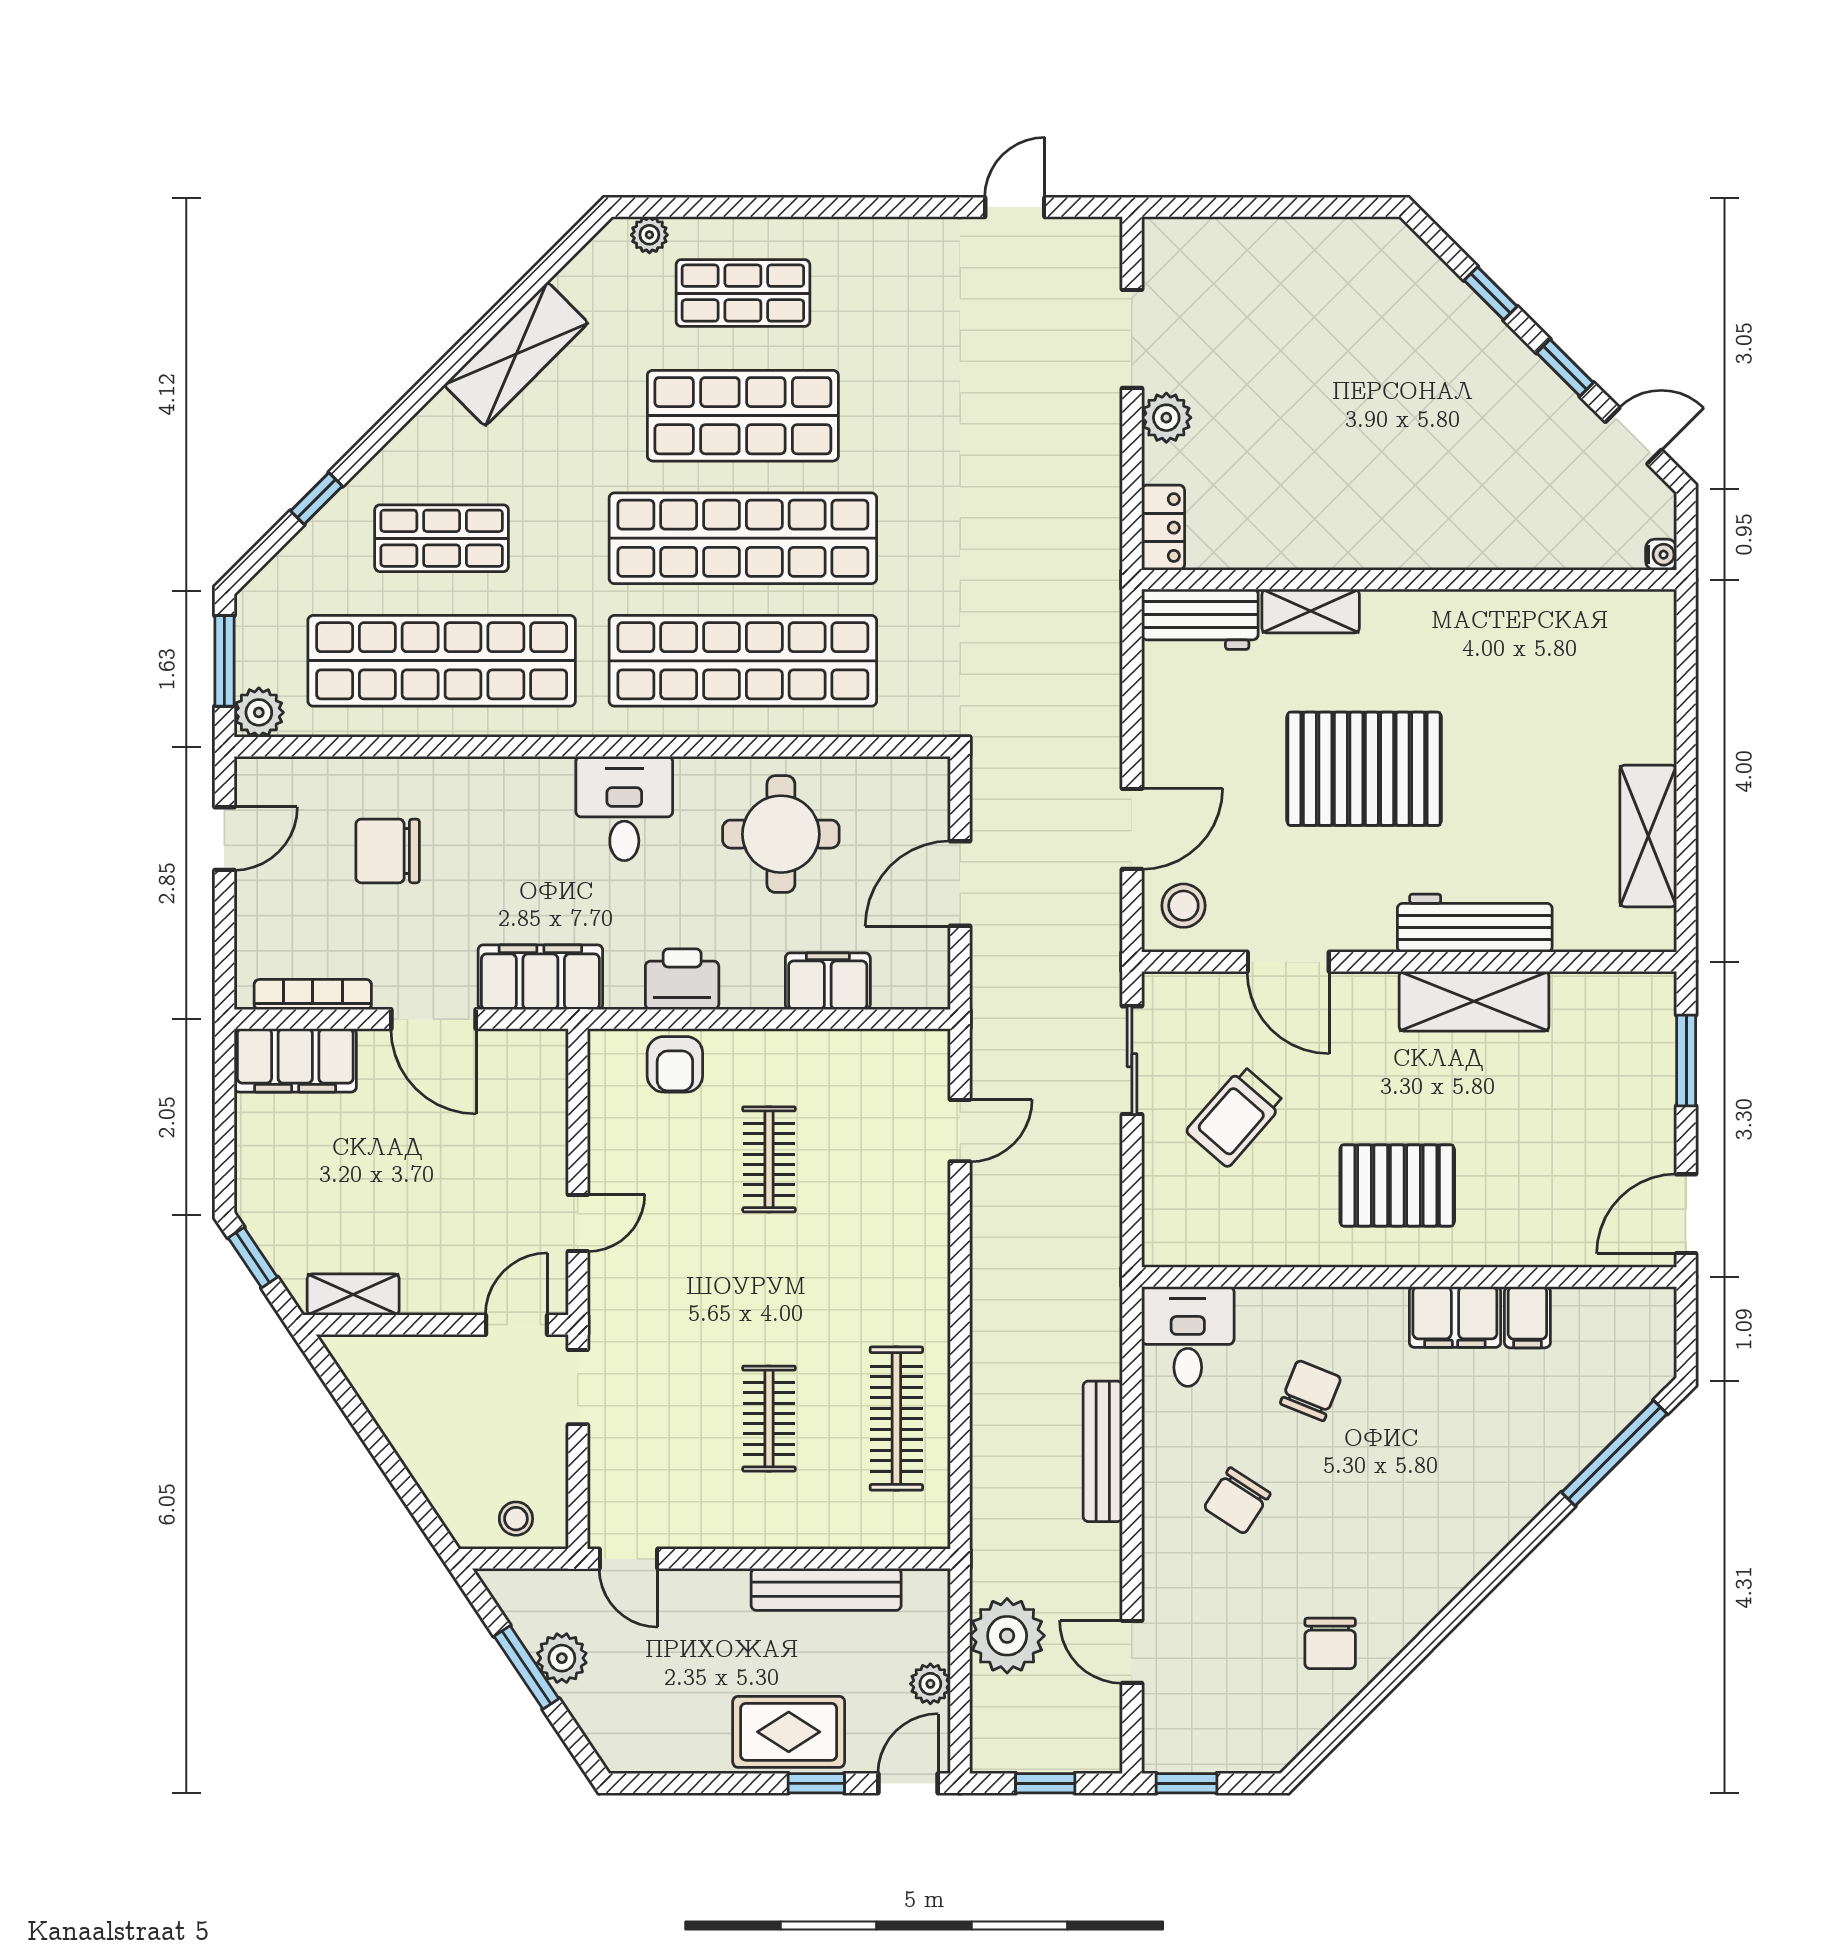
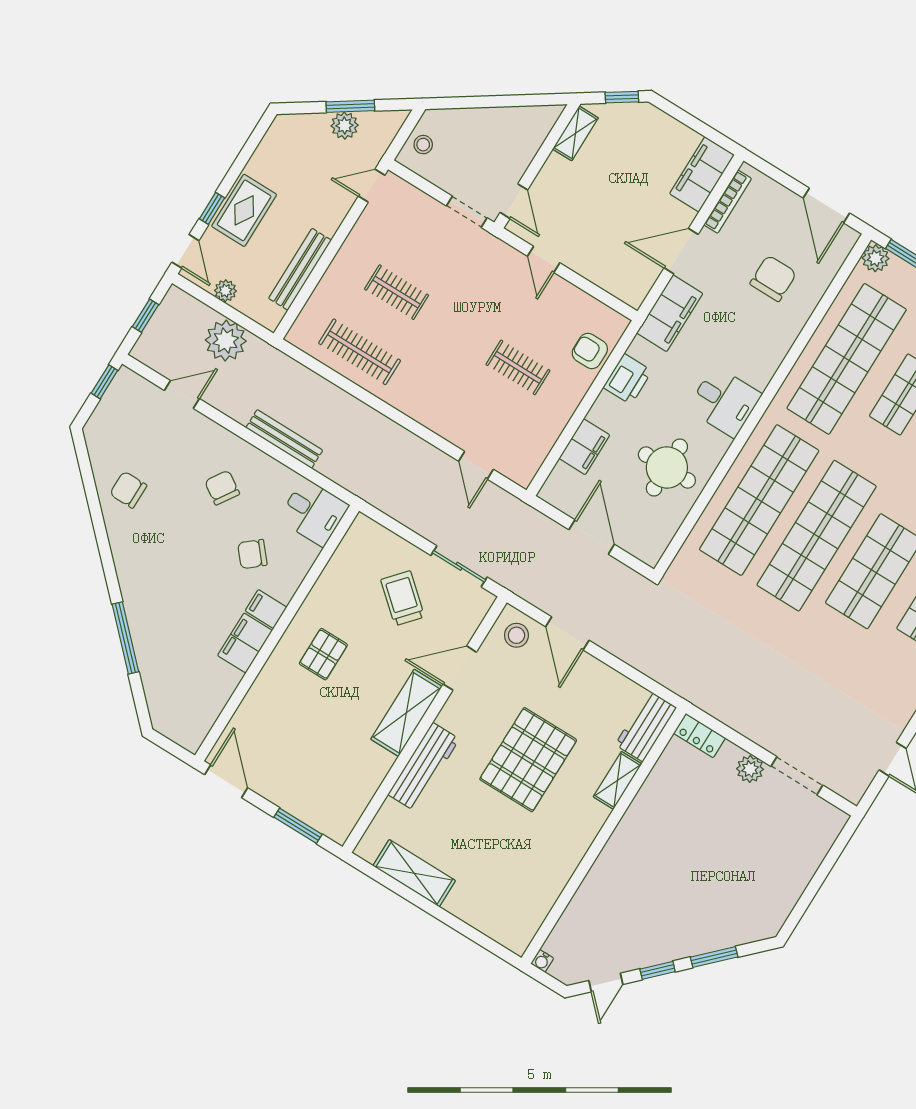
window: (1491, 293) -> (714, 957), width x1.50
door: (224, 839) -> (826, 206), width x1.38
shelving: (1474, 1001) -> (406, 713), moved
pallet: (1397, 1185) -> (323, 654), width x0.67, depth x0.71
filing cabinet: (1527, 1317) -> (266, 609), moved
chair: (1311, 1390) -> (252, 554), turned 118
window: (1614, 1453) -> (125, 638), moved

